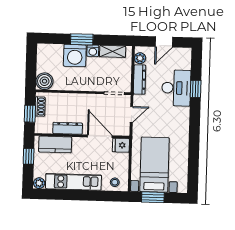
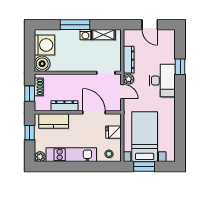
window: (82, 39) -> (75, 25), width x1.44
door: (164, 42) -> (150, 25), hinge flipped
washing machine: (75, 56) -> (45, 45), moved, turned -90
plant: (140, 58) -> (129, 79), moved
desk: (176, 88) -> (162, 80), moved
door: (131, 114) -> (122, 92), hinge flipped
fridge: (121, 145) -> (114, 132), moved

